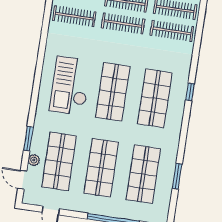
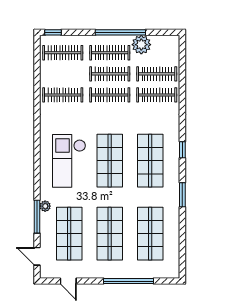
window: (28, 139) -> (37, 217), width x1.44
plant: (34, 160) -> (45, 206), moved
window: (177, 176) -> (182, 195), moved

